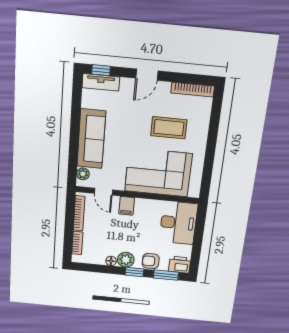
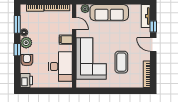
window: (101, 70) -> (153, 26), moved
door: (103, 192) -> (74, 23), swing flipped
desk: (178, 223) -> (60, 67), moved, turned -90
window: (166, 275) -> (17, 24), moved

